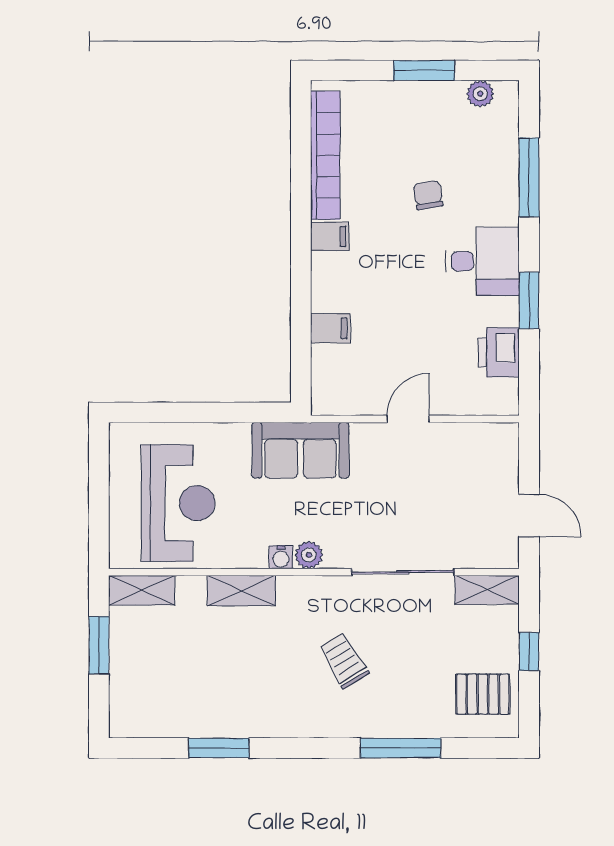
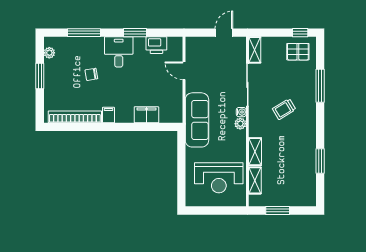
filing cabinet: (330, 328) -> (146, 115), width x2.00
door: (408, 419) -> (184, 71), moved
sofa: (300, 450) -> (197, 120), width x1.36
reception desk: (178, 503) -> (219, 178), turned 180
water cooler: (281, 557) -> (241, 112), moved
shelving: (142, 590) -> (255, 180), moved
window: (529, 651) -> (300, 33), moved
pallet: (483, 694) -> (298, 52), turned 90

